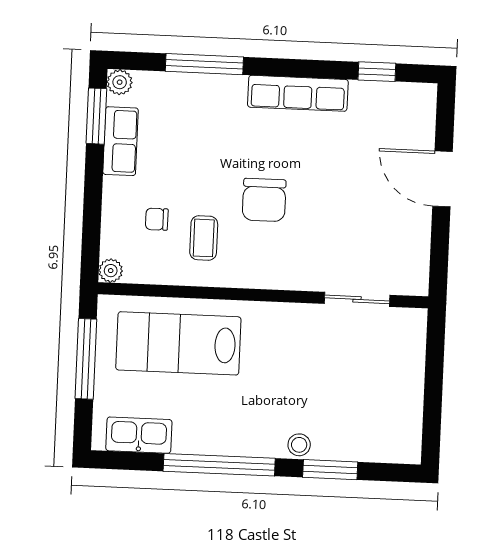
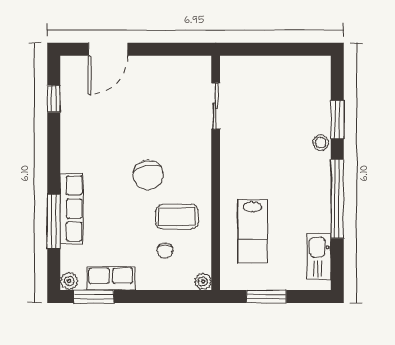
row of seats: (298, 93) -> (71, 208), moved
door: (442, 179) -> (108, 49), moved
chair: (264, 200) -> (148, 175), turned 80
coffee table: (204, 238) -> (177, 217), width x1.36, depth x1.30
lab bench: (178, 343) -> (252, 231), width x0.73, depth x0.72
window: (86, 359) -> (266, 296), width x0.69

